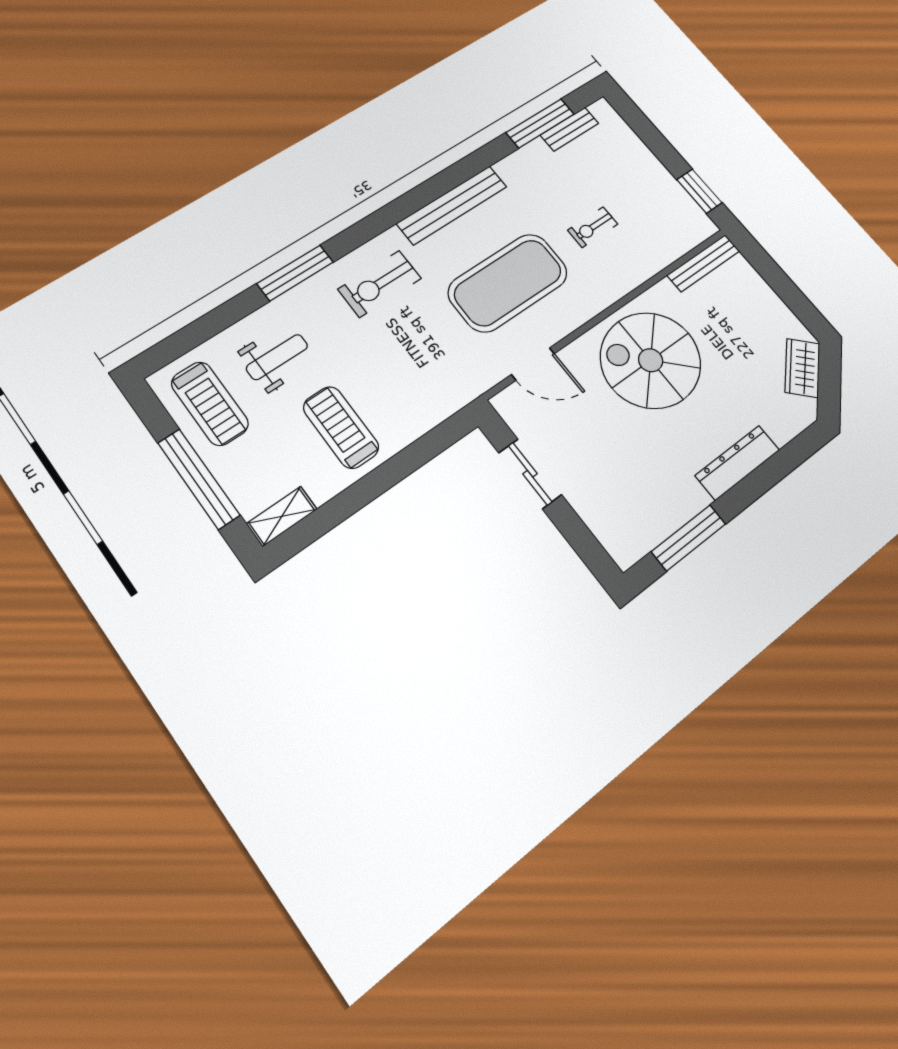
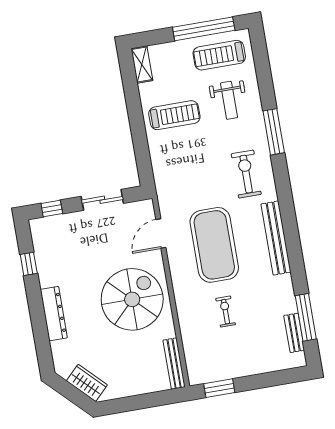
window: (199, 479) -> (204, 29), moved
window: (689, 538) -> (29, 264), width x0.46
window: (586, 545) -> (52, 209), added

